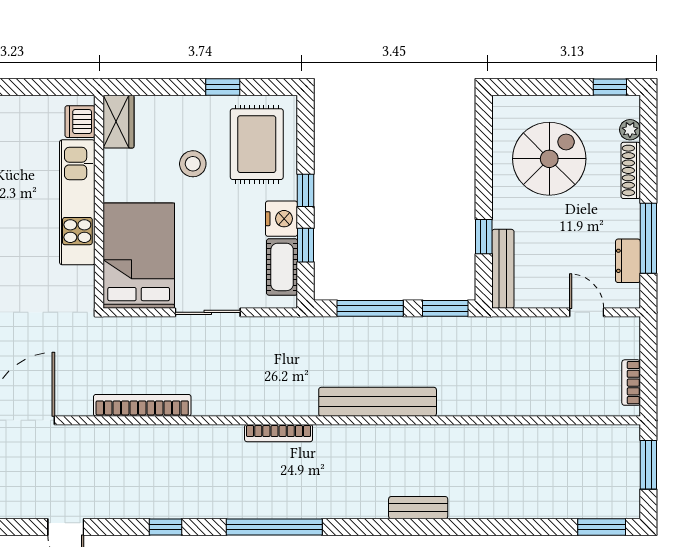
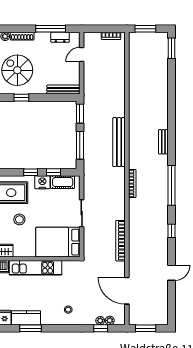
window: (484, 237) -> (21, 98), moved
bench: (418, 508) -> (163, 142), moved

